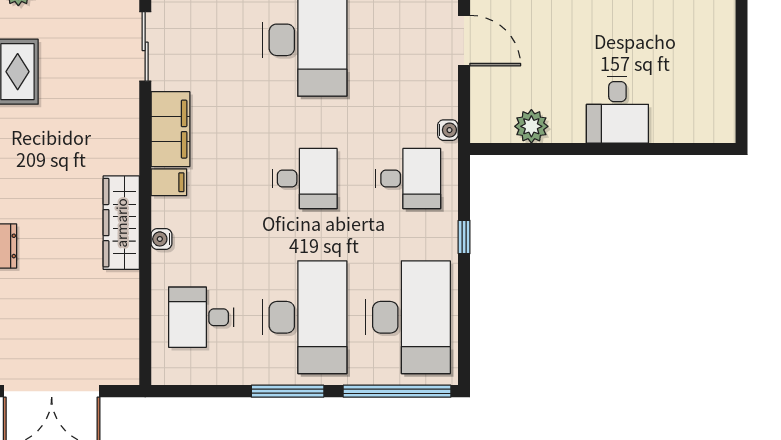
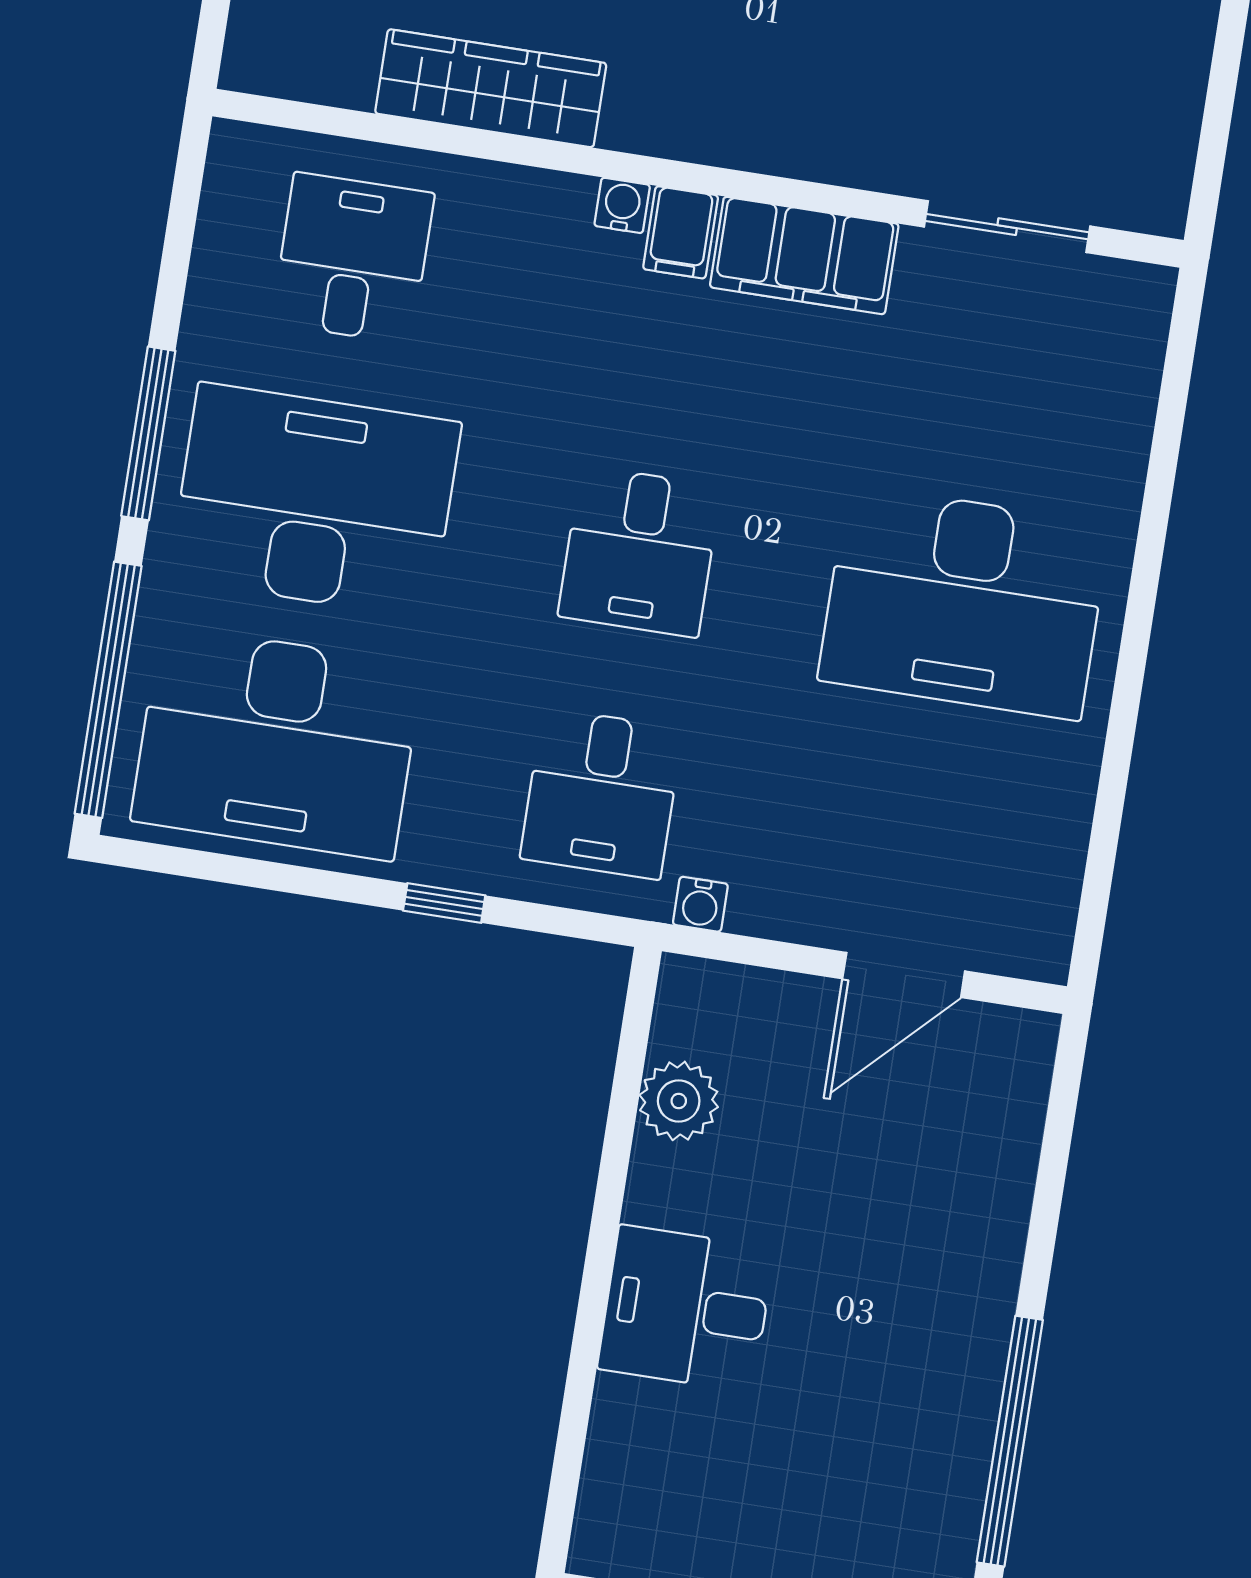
wardrobe: (121, 223) -> (491, 88), moved
water cooler: (161, 239) -> (622, 205), moved
desk: (305, 317) -> (315, 500), turned 180

